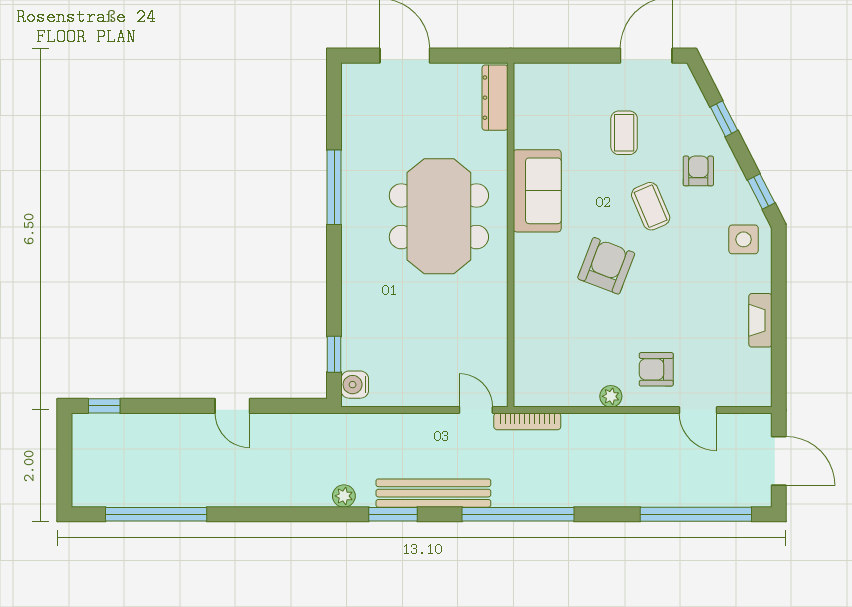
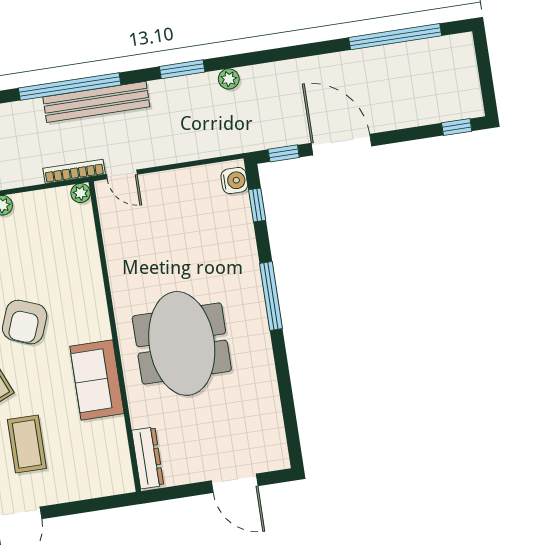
coffee table: (624, 133) -> (27, 444), width x1.36, depth x1.30
window: (334, 187) -> (271, 296), moved
plant: (524, 397) -> (81, 193), added
door: (232, 406) -> (341, 145), width x1.88
window: (297, 406) -> (284, 153), added
bench: (433, 493) -> (96, 102), moved

